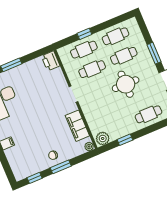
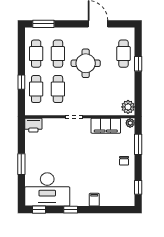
window: (154, 53) -> (43, 24), moved
window: (125, 140) -> (138, 64), moved
window: (61, 167) -> (138, 144), moved

